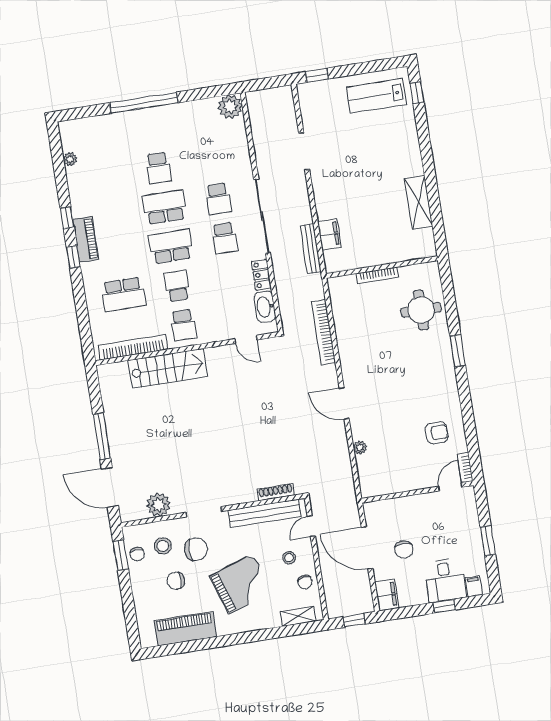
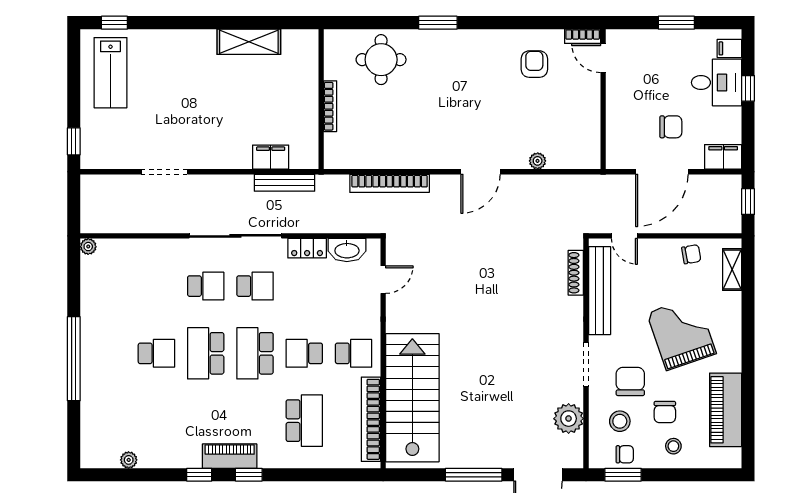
plant: (230, 107) -> (88, 247), width x0.53, depth x0.53
stairs: (168, 368) -> (412, 398), width x1.36, depth x1.51
stool: (289, 558) -> (673, 446), moved

